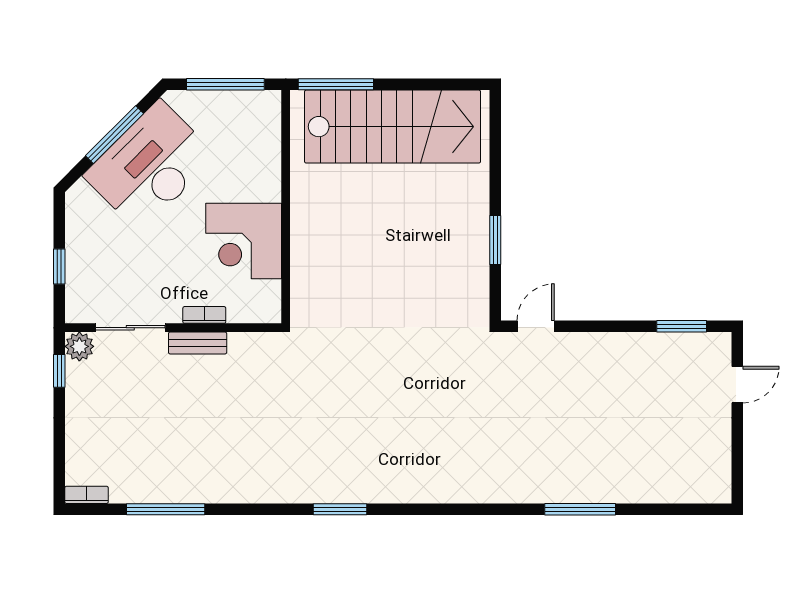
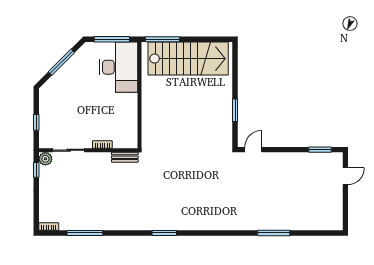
desk: (150, 166) -> (119, 67), moved, turned 135
corner desk: (244, 241) -> (120, 111), removed
bench: (198, 343) -> (125, 157), moved

